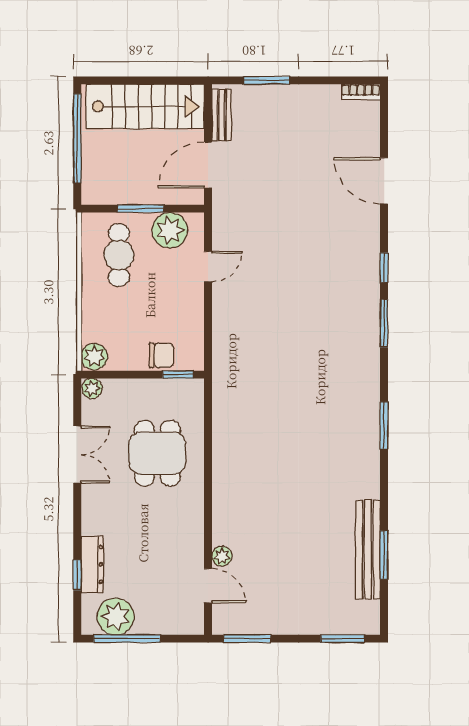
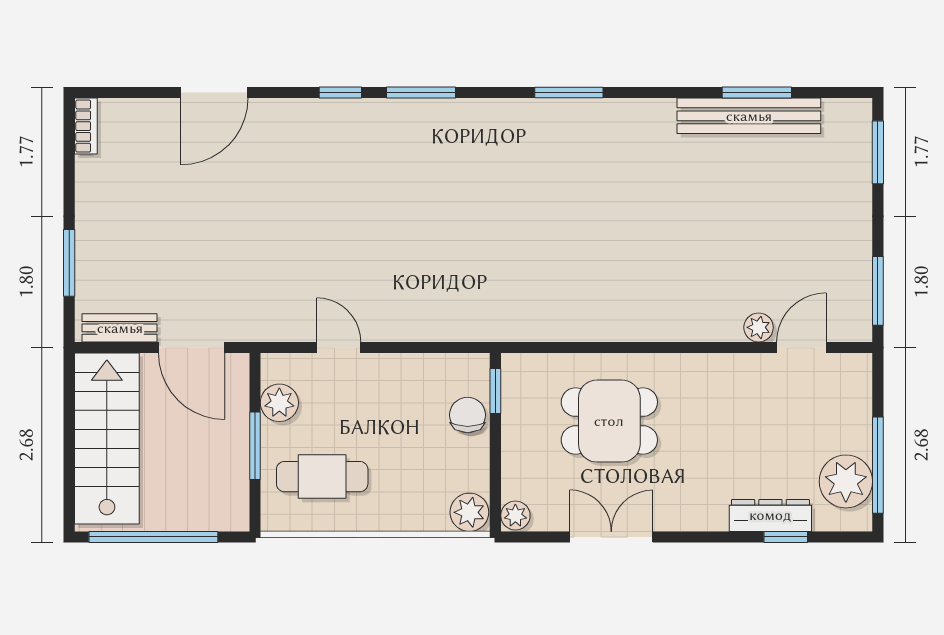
plant: (170, 230) -> (279, 403), width x0.73, depth x0.73

